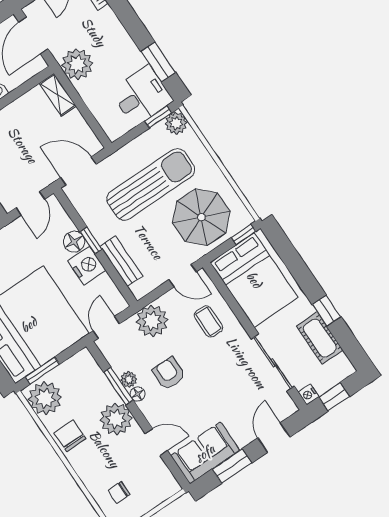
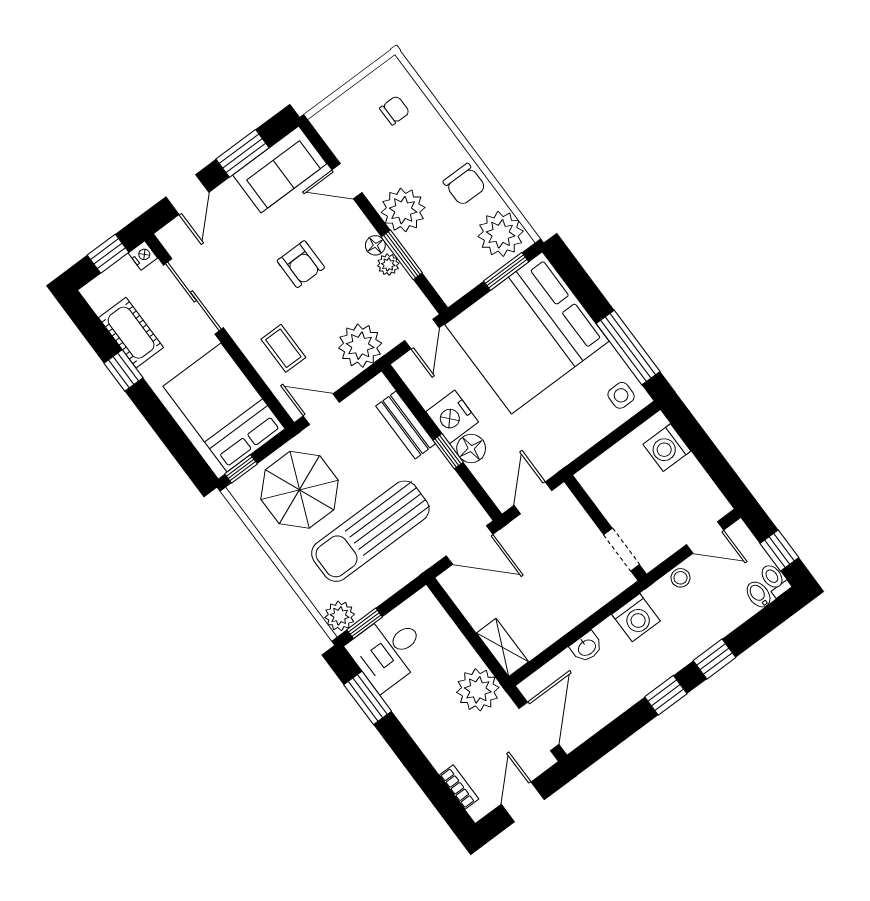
armchair: (169, 373) -> (301, 264), moved

